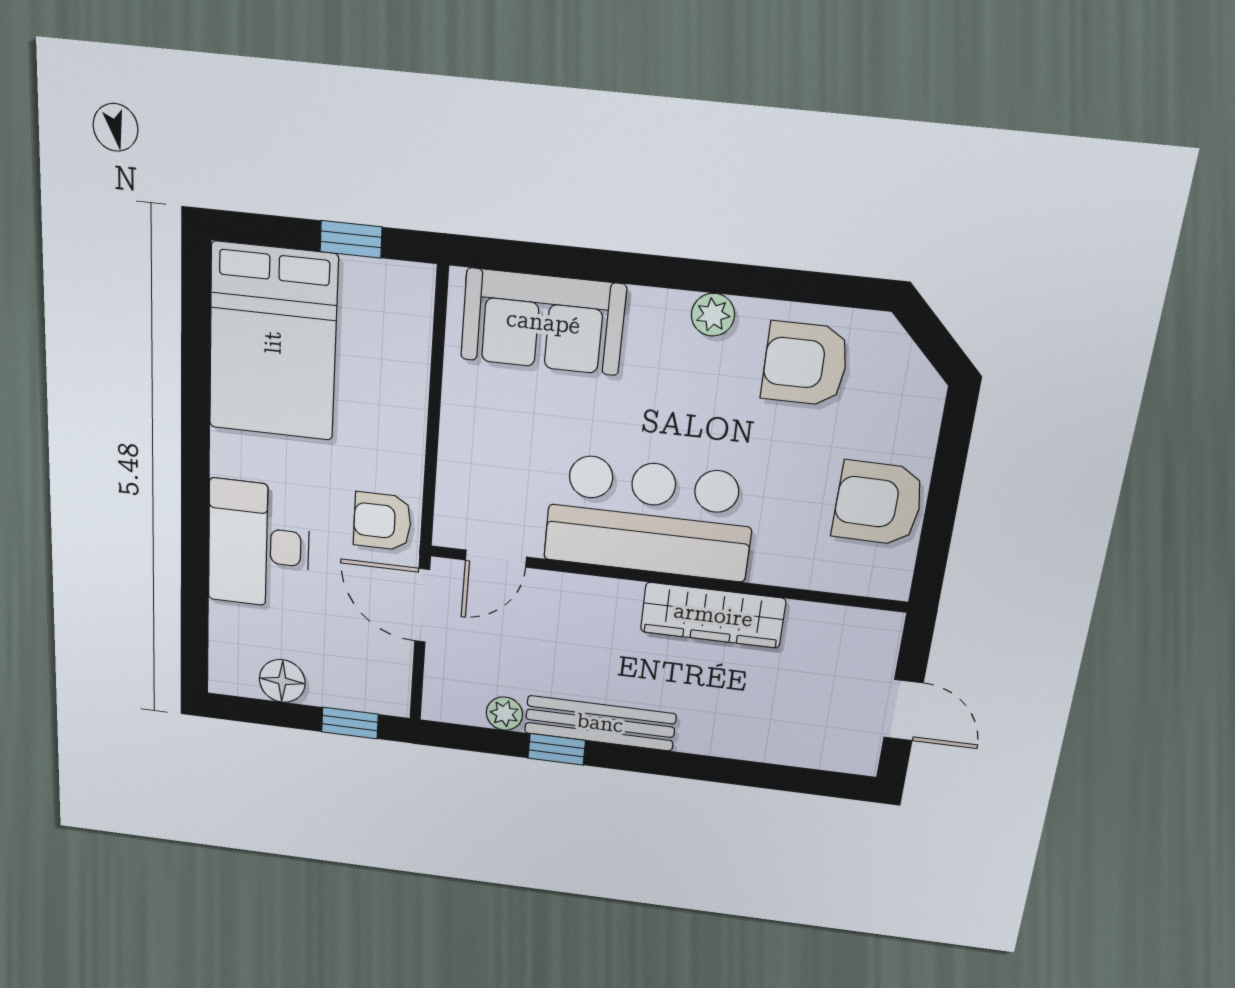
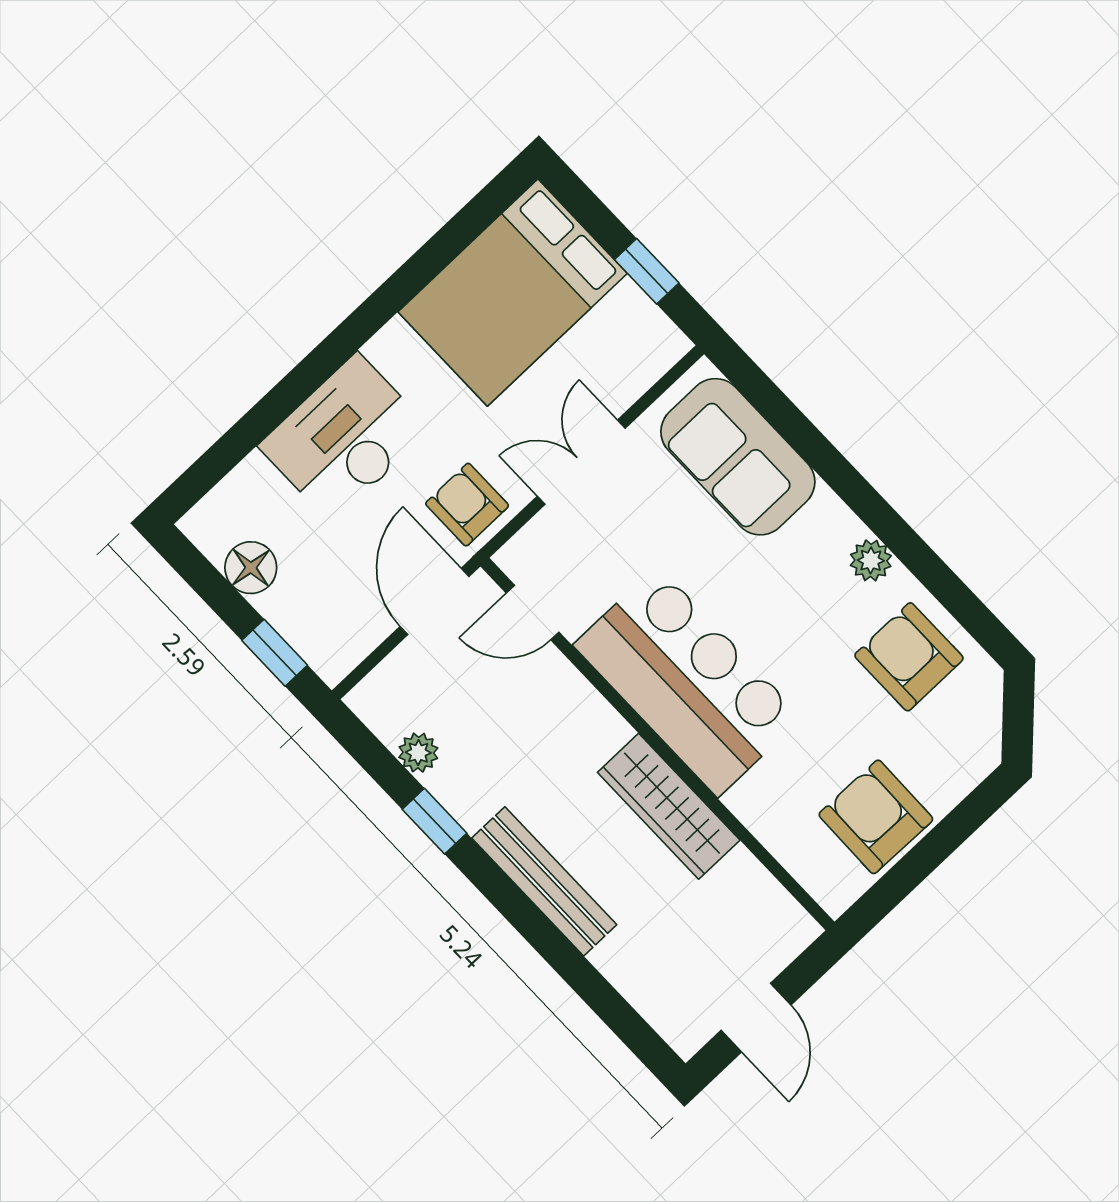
double door: (433, 424) -> (581, 462), added
bench: (600, 723) -> (544, 881), moved

